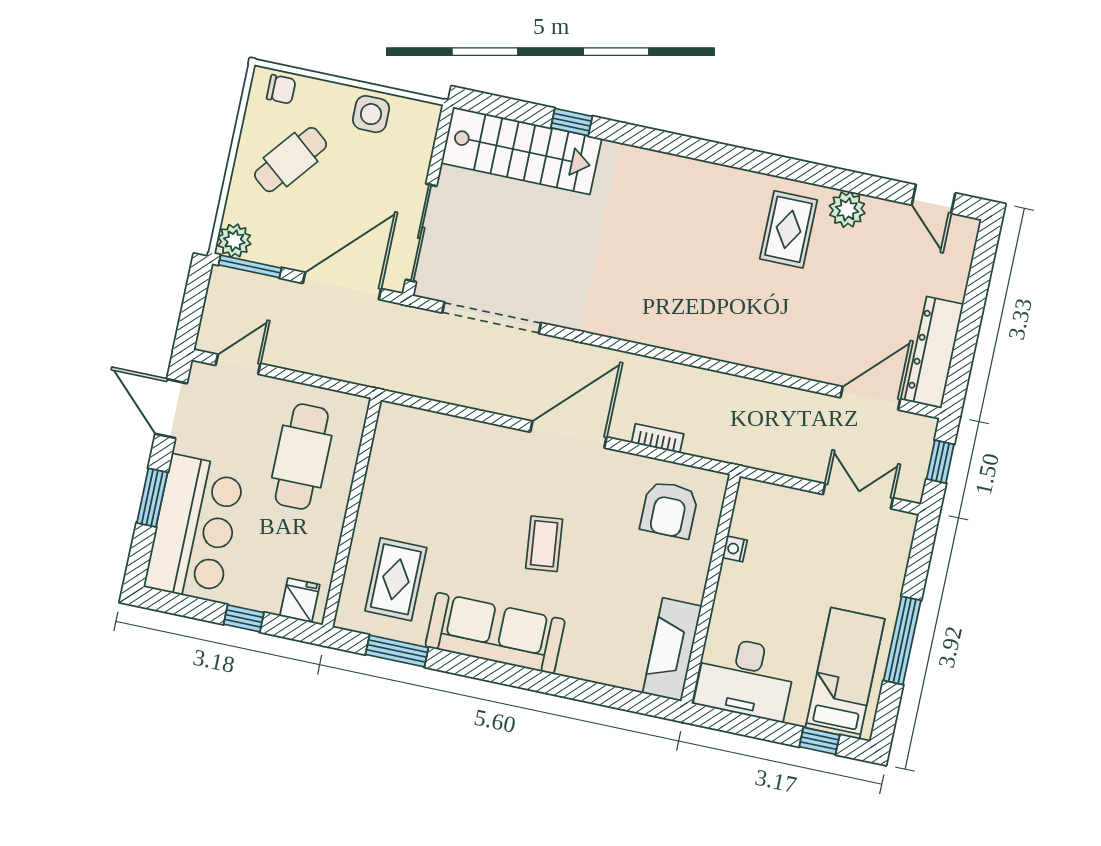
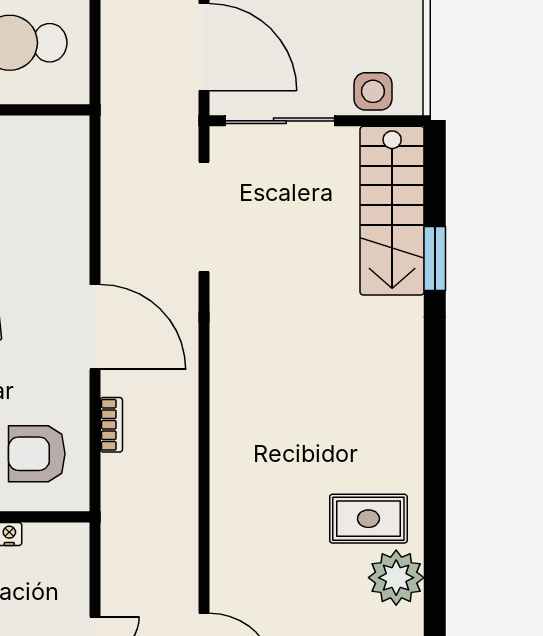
side table: (371, 114) -> (373, 91), moved
window: (572, 122) -> (435, 258), width x1.50
plant: (847, 209) -> (396, 578), width x1.36, depth x1.36

